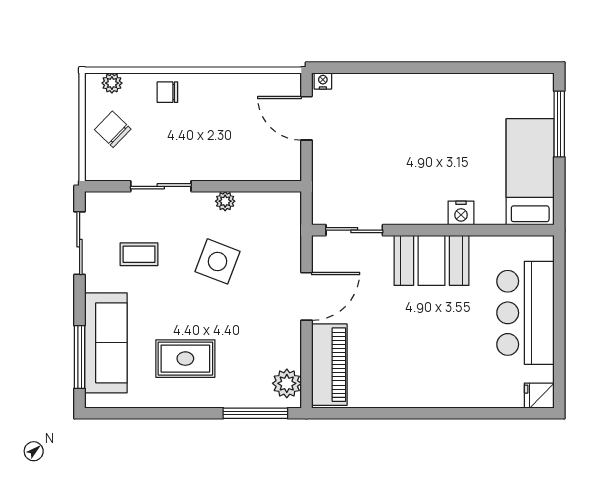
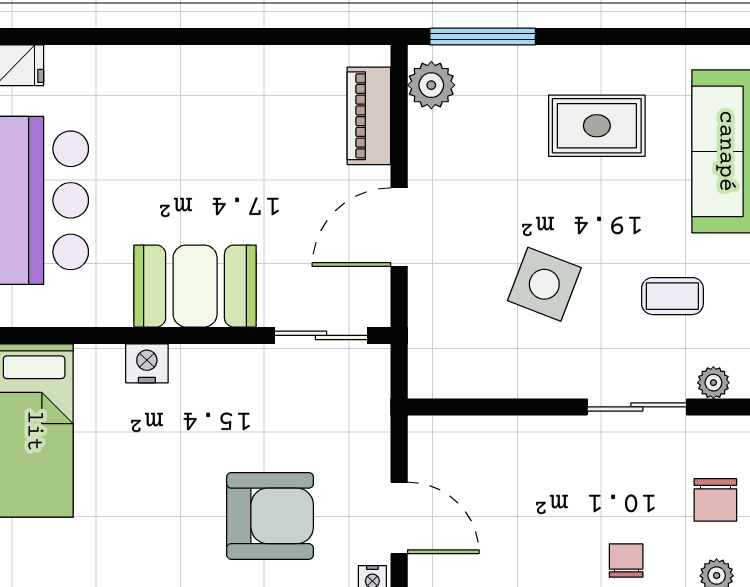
chair: (167, 92) -> (626, 560), turned -90
armchair: (386, 120) -> (270, 516), added
chair: (113, 129) -> (715, 500), turned 46
plant: (225, 201) -> (713, 383), moved
piano: (329, 365) -> (369, 116), width x0.73, depth x0.75

